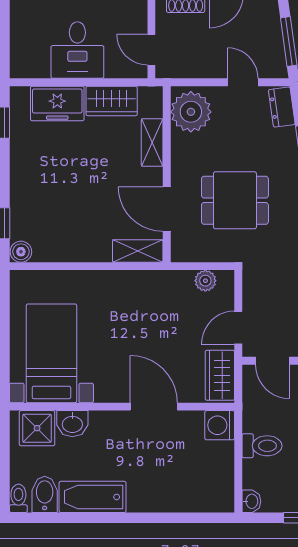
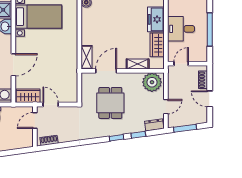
plant: (205, 281) -> (73, 89), removed

